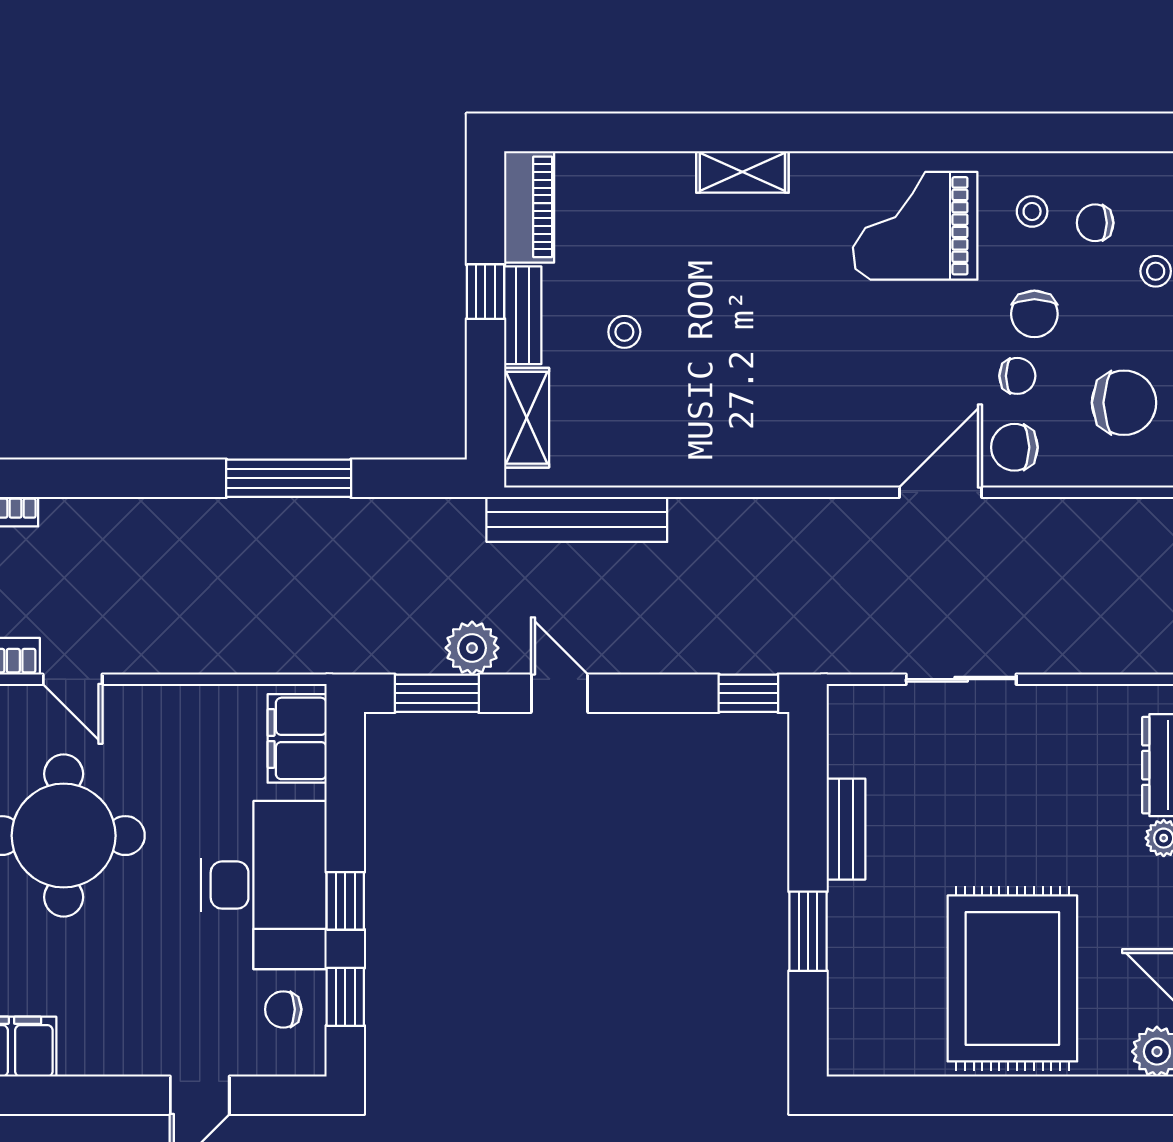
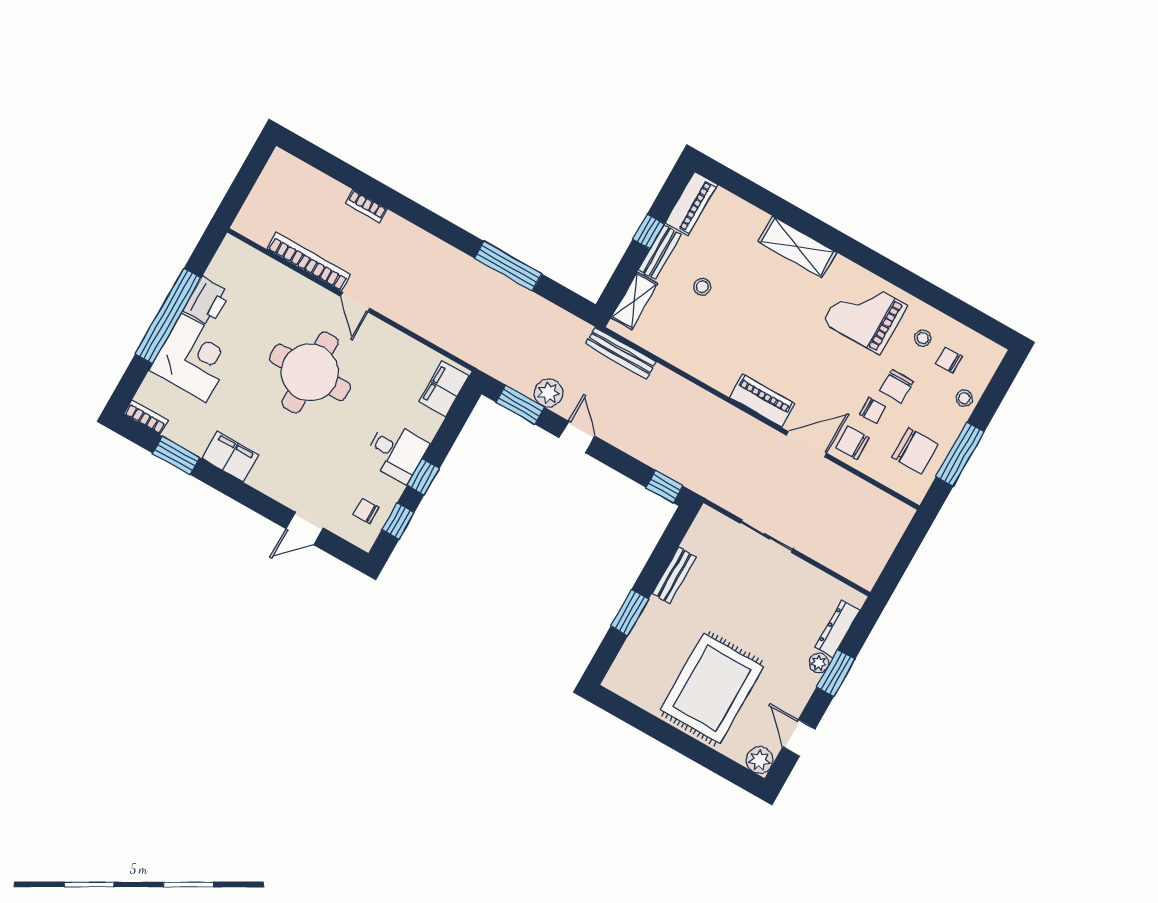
shelving: (742, 172) -> (797, 247), width x1.50, depth x1.33
piano: (828, 462) -> (762, 400), added
bench: (577, 519) -> (621, 353), width x0.73, depth x0.82
desk: (264, 885) -> (396, 452), width x0.53, depth x0.77

